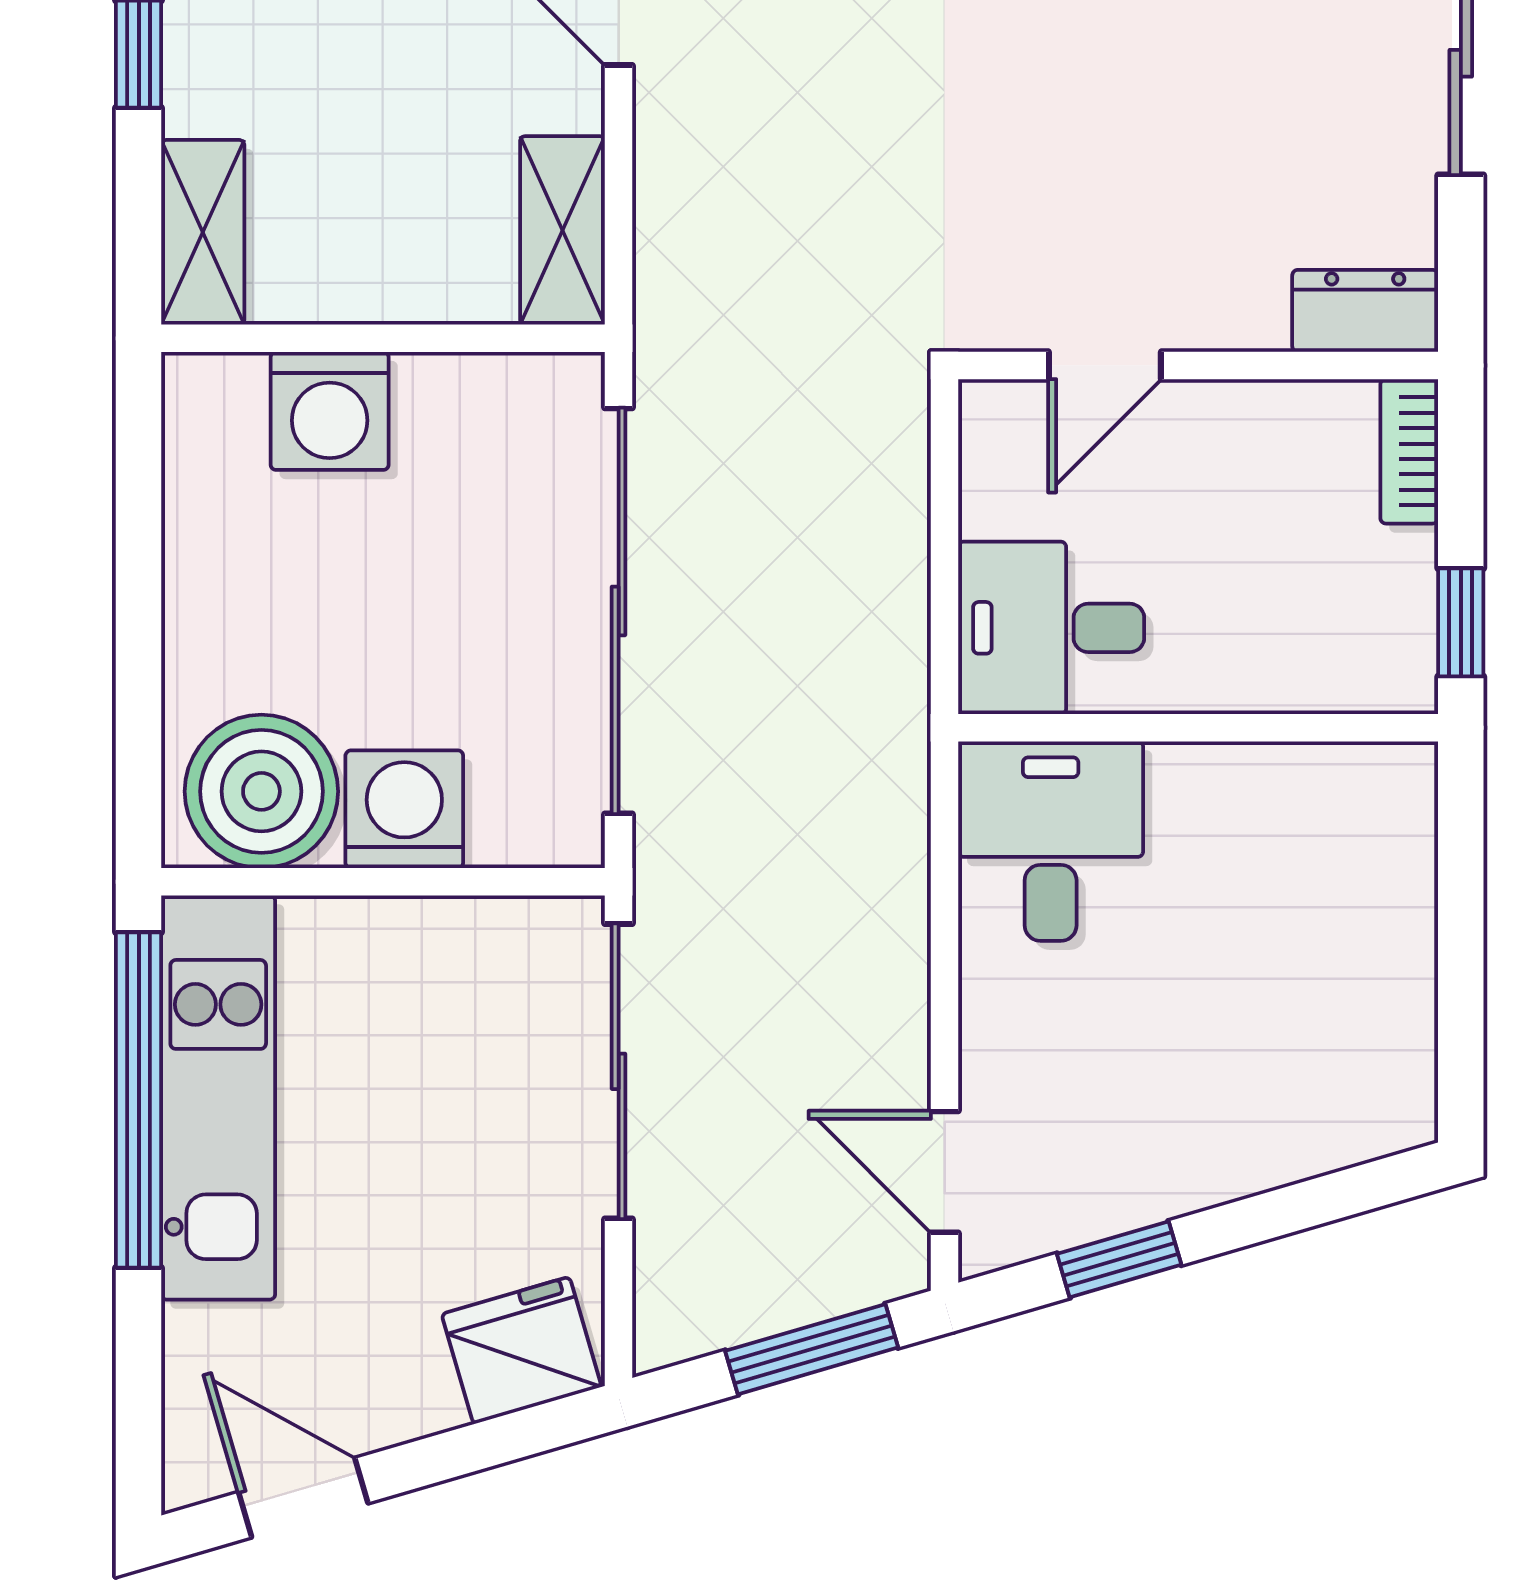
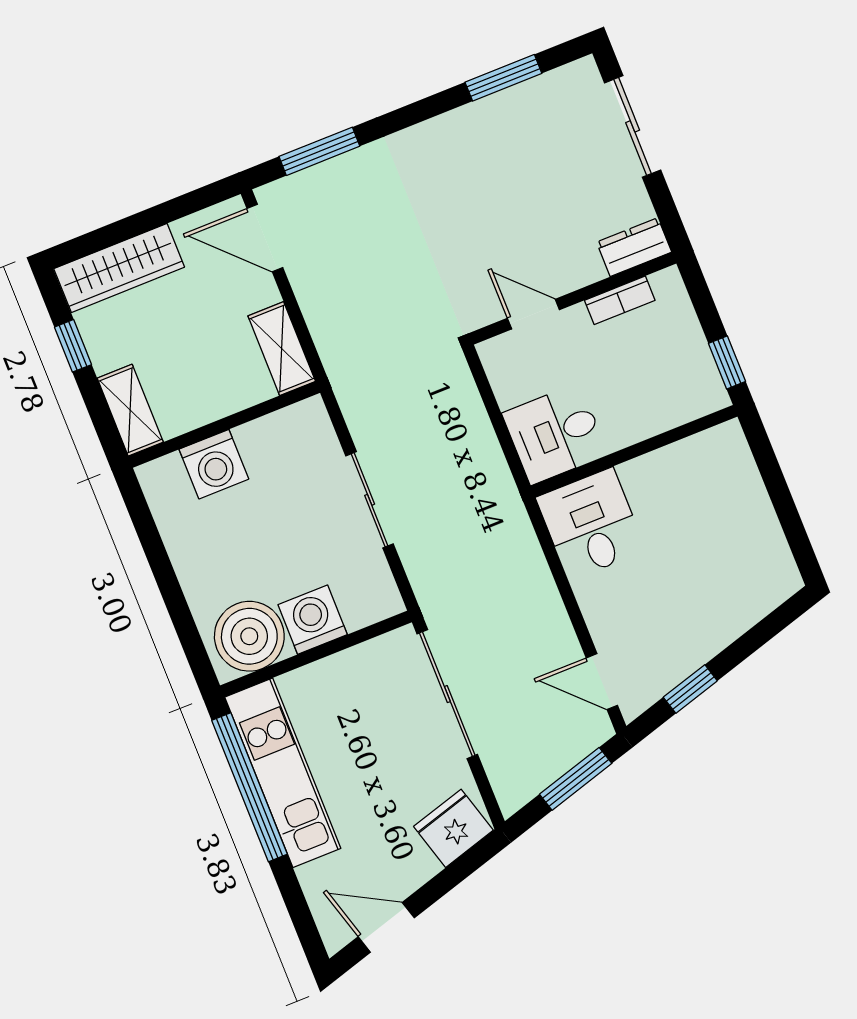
door: (1105, 365) -> (533, 314), swing flipped
bookcase: (1409, 451) -> (620, 300), moved, turned -90
sliding door: (619, 611) -> (370, 500), width x0.54

